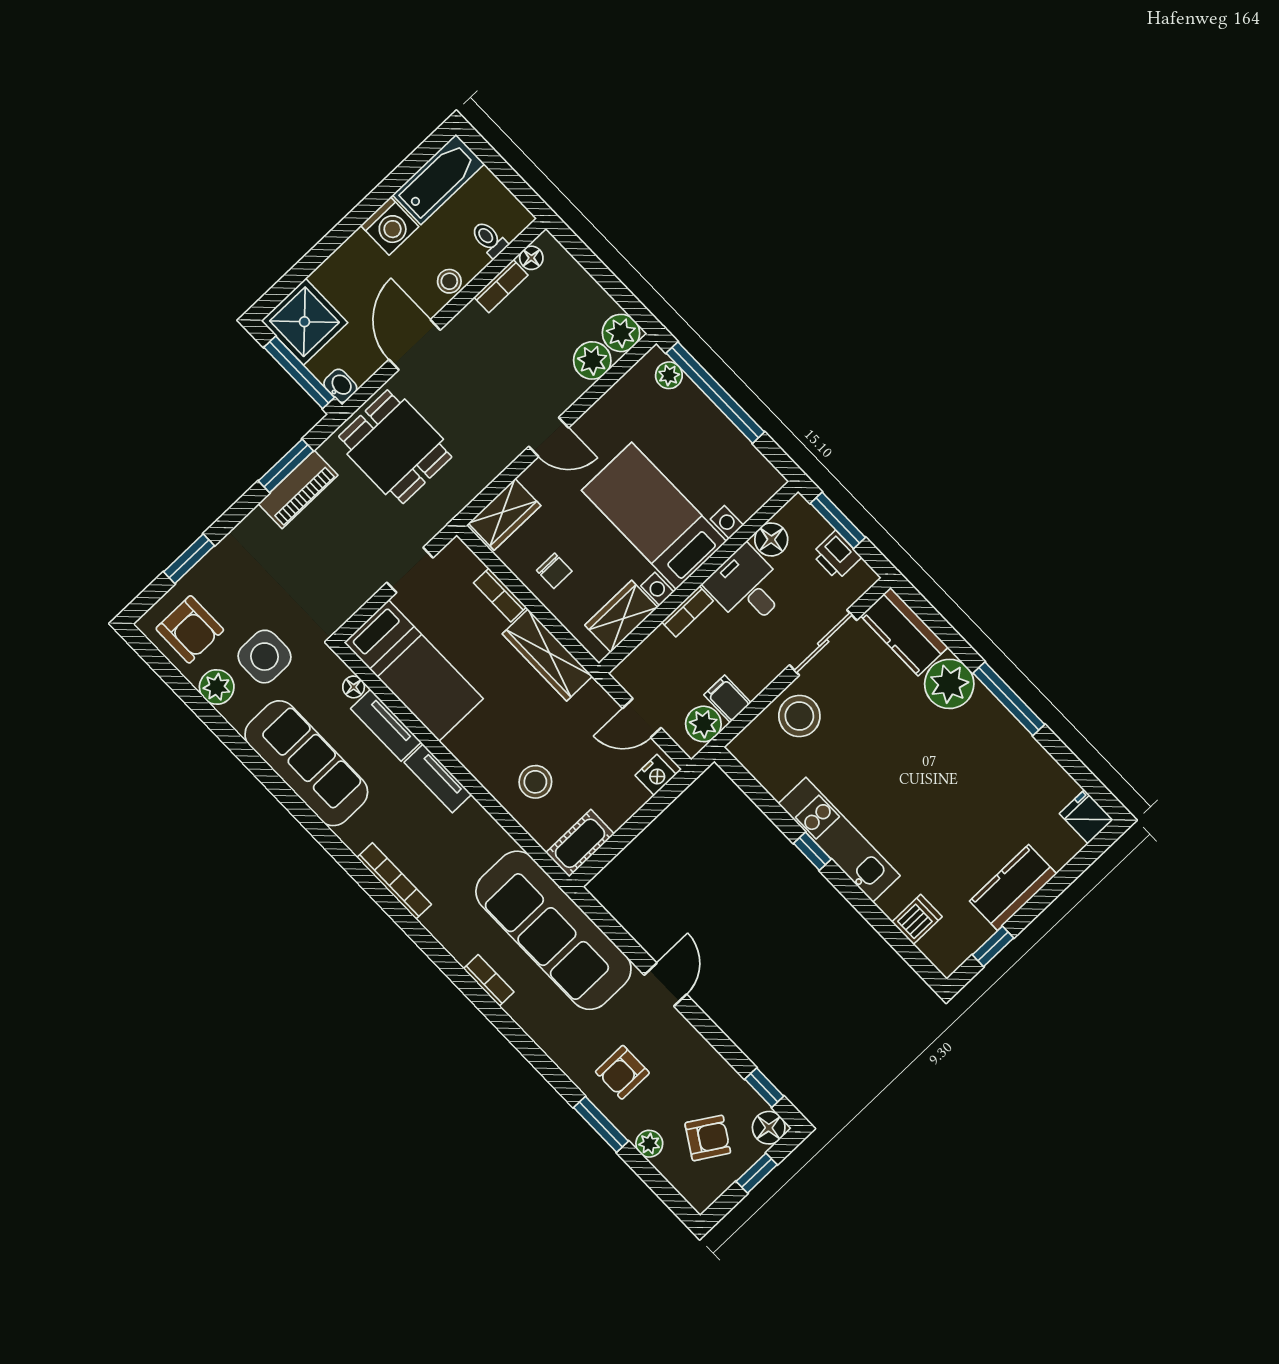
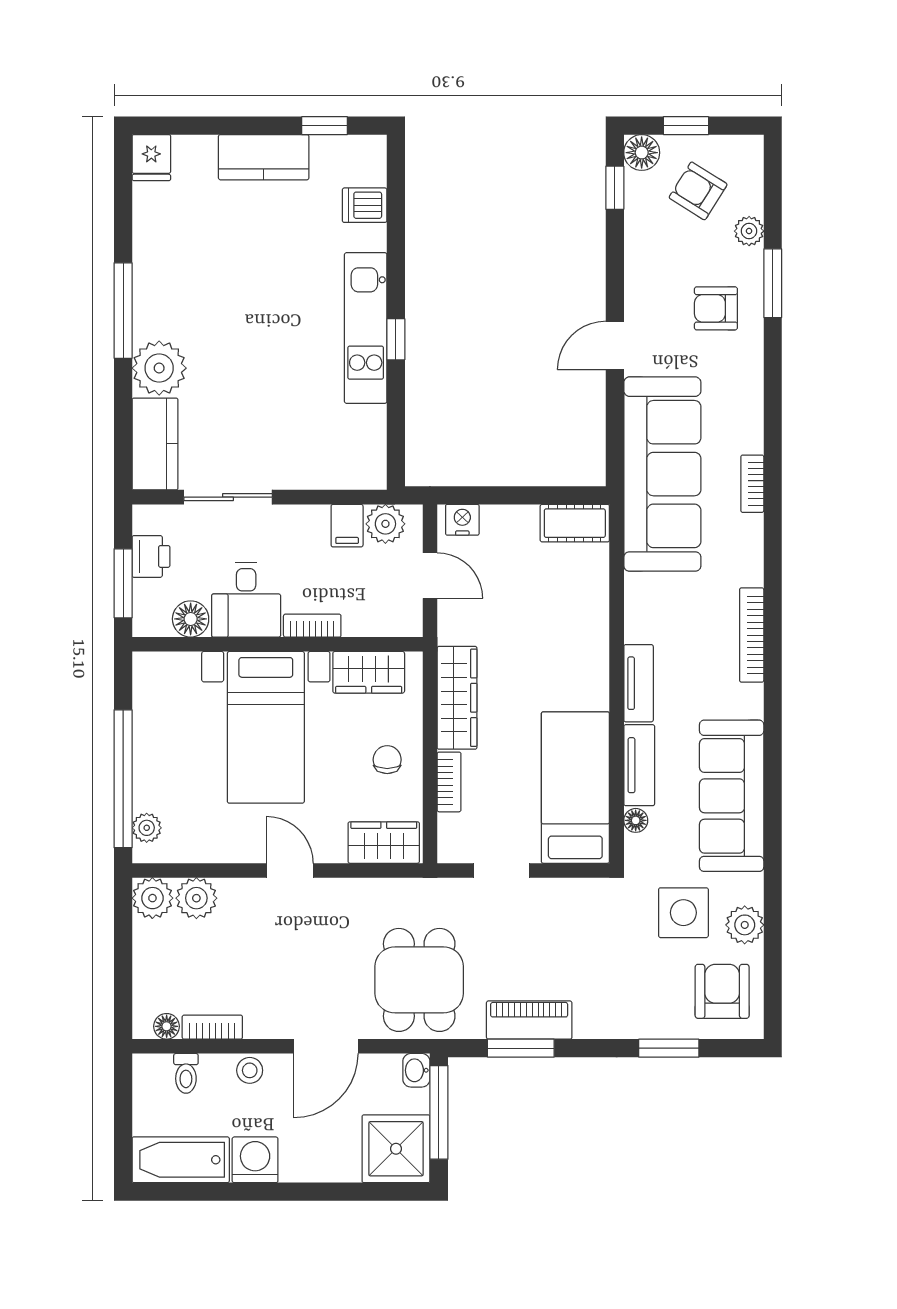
stool: (799, 716) -> (303, 457), removed
stool: (535, 782) -> (563, 606), removed
armchair: (622, 1072) -> (716, 308), turned 180

